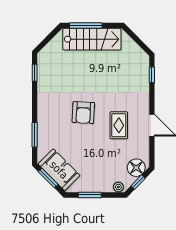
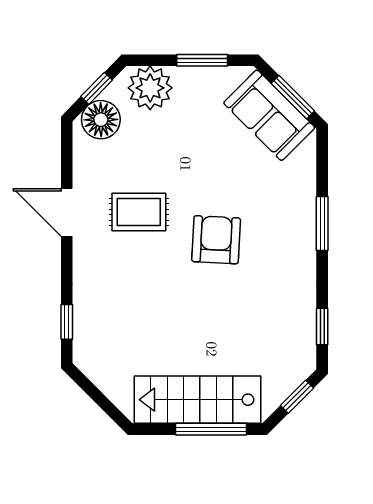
window: (46, 41) -> (297, 397), added
rug: (119, 125) -> (139, 212), turned 90
window: (35, 135) -> (322, 223), moved
plant: (118, 187) -> (150, 88), width x1.88, depth x1.88

